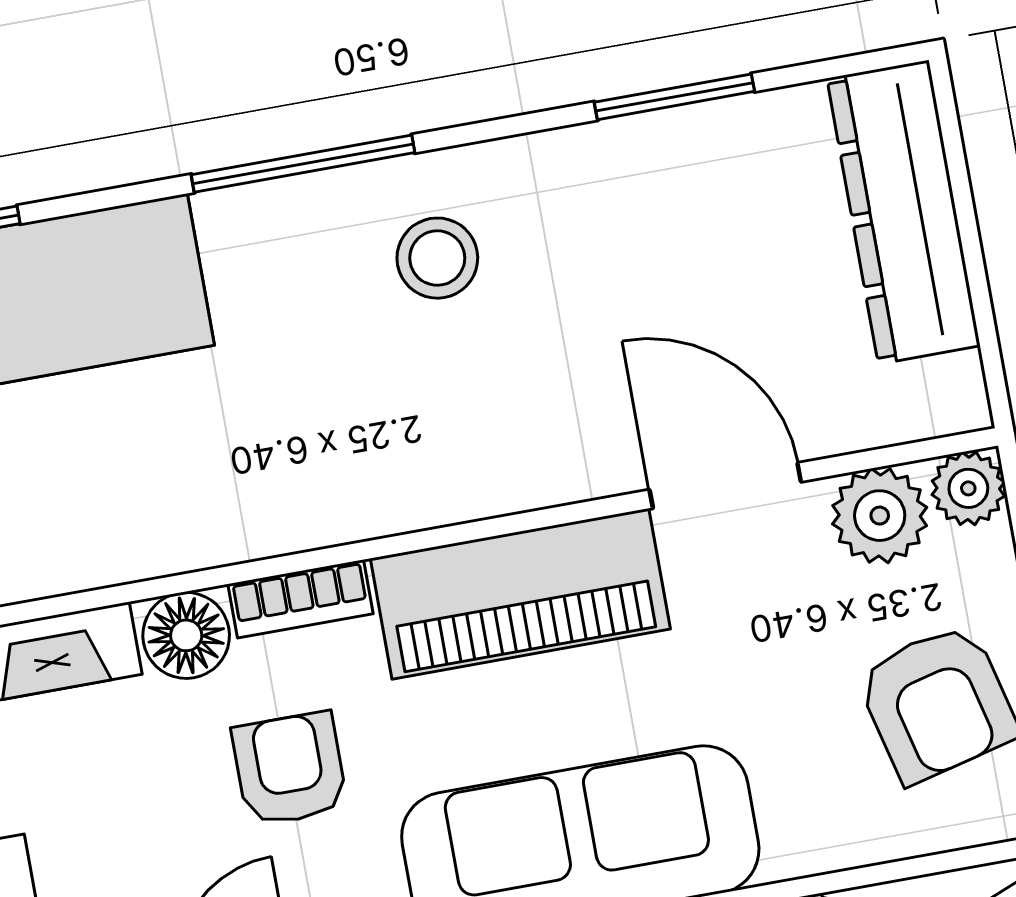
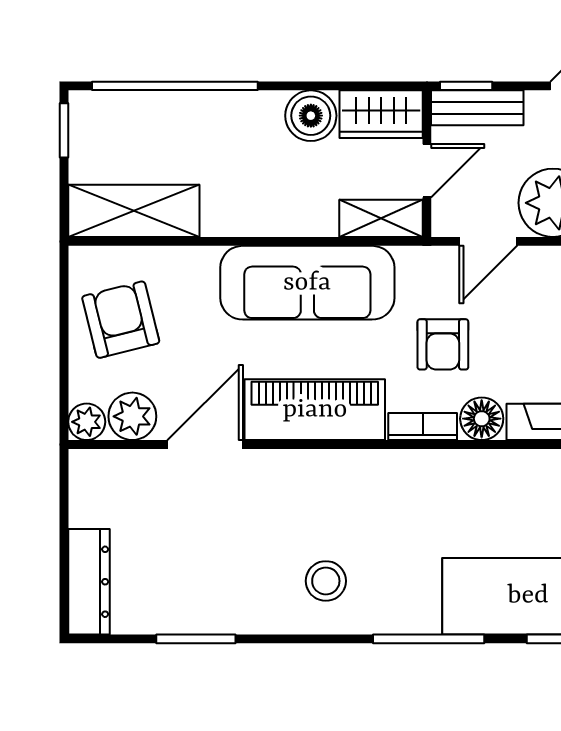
window: (303, 164) -> (429, 639), moved
dresser: (904, 212) -> (89, 582), width x0.73, depth x0.80
door: (725, 486) -> (205, 444), swing flipped

